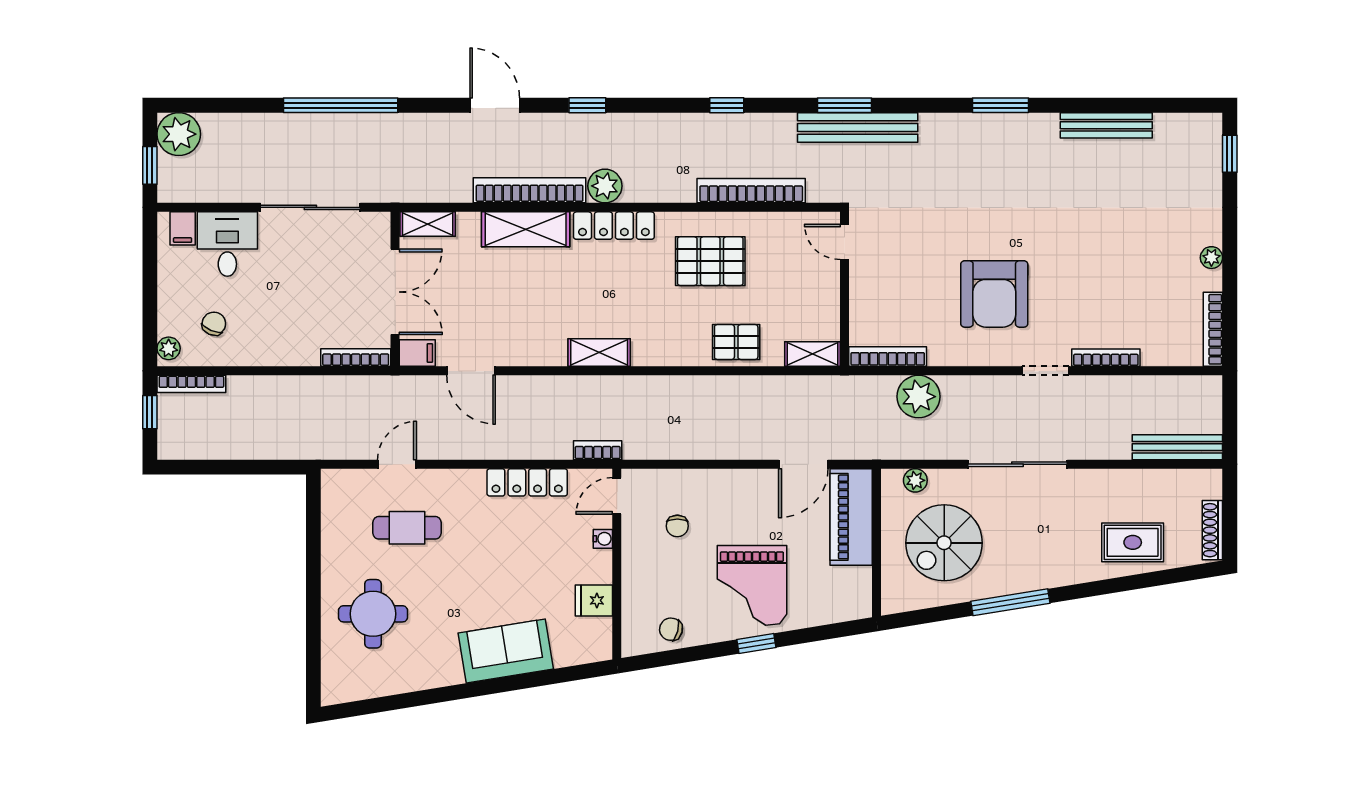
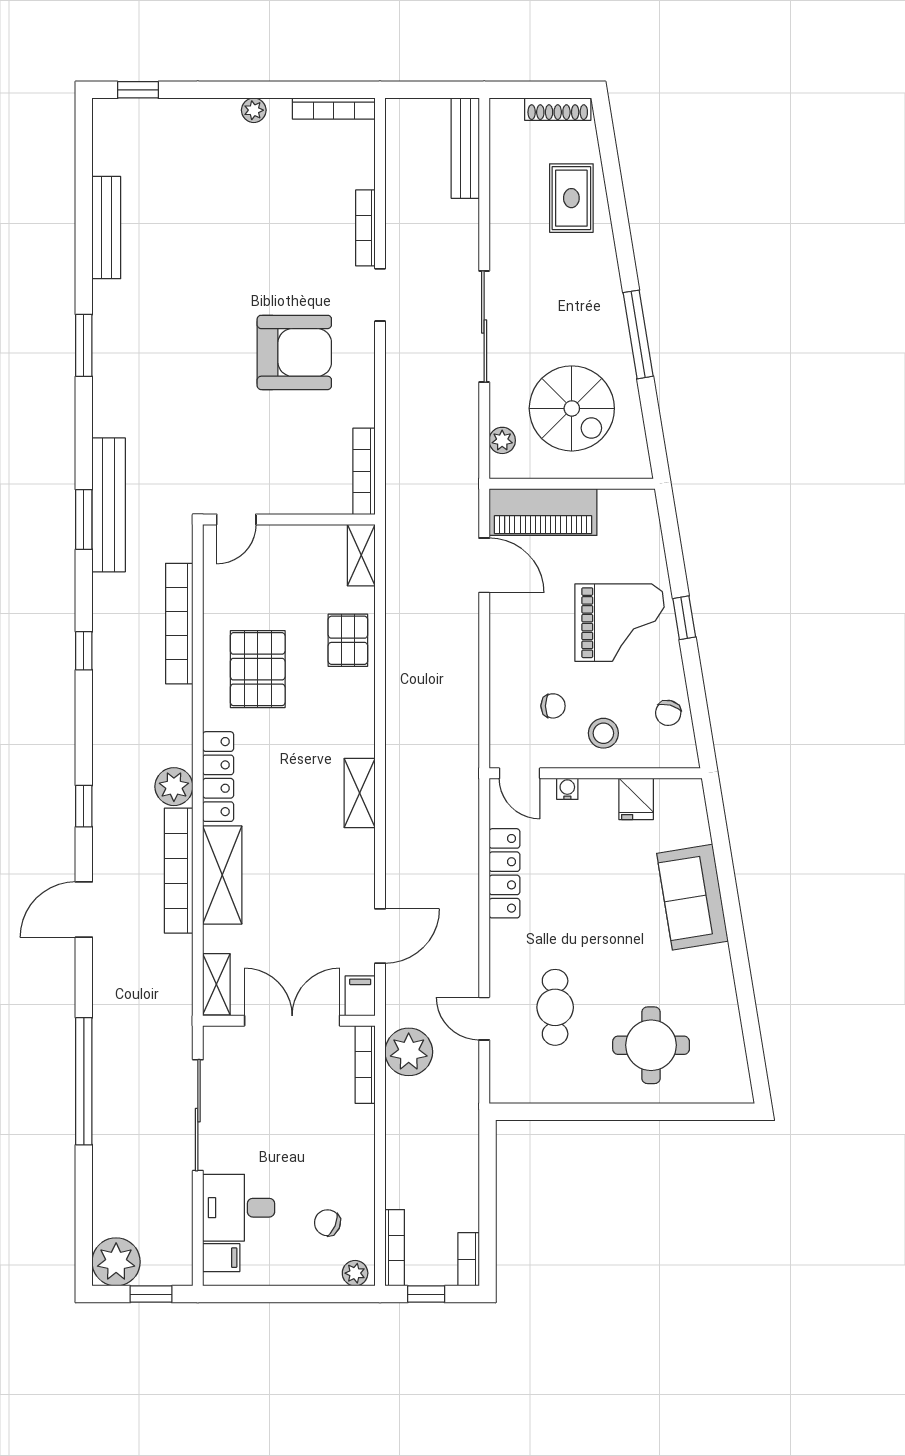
plant: (918, 397) -> (409, 1052), moved
bookcase: (598, 450) -> (469, 1259), moved
stool: (653, 571) -> (603, 733), added

